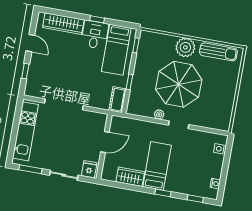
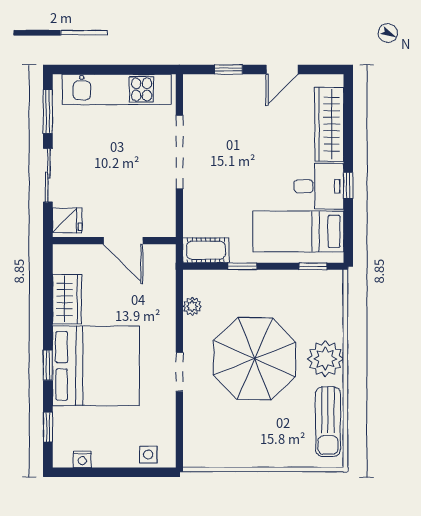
plant: (159, 114) -> (192, 306), moved
bed: (157, 166) -> (96, 366), width x2.04

